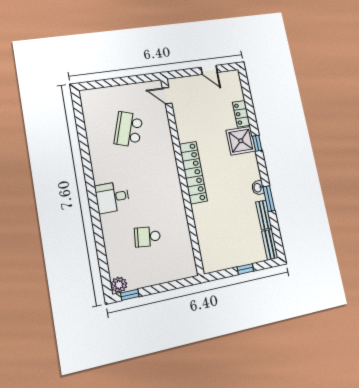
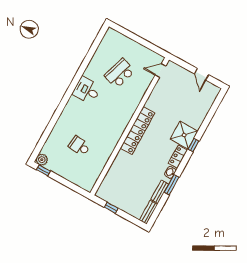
door: (167, 96) -> (160, 71), hinge flipped
locker: (241, 114) -> (178, 157), moved
desk: (112, 197) -> (87, 90), moved
window: (245, 269) -> (111, 208), moved

